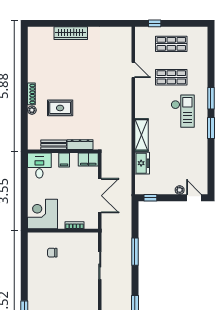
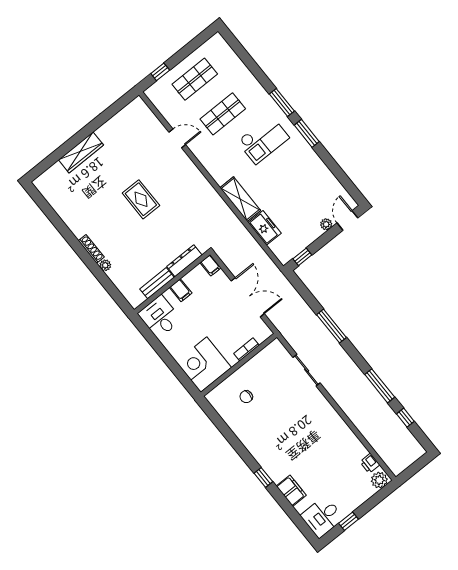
rug: (60, 108) -> (141, 199), moved, turned 90
checkout: (183, 111) -> (263, 140), turned 90
filing cabinet: (88, 160) -> (211, 265), width x0.50
door: (194, 198) -> (348, 220), hinge flipped

